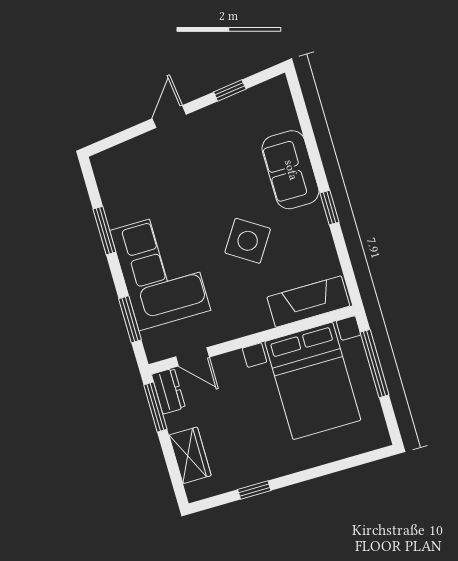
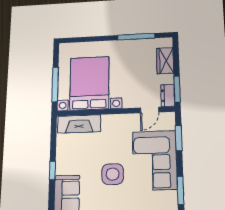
side table: (248, 241) -> (113, 174), moved, turned -33
door: (193, 357) -> (150, 110), swing flipped
window: (254, 490) -> (136, 37), width x2.17

